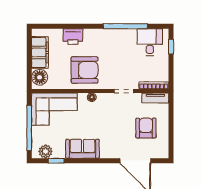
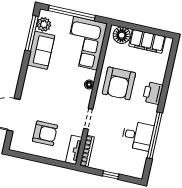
printer: (73, 37) -> (153, 93), moved
desk: (150, 42) -> (137, 136), moved
window: (171, 47) -> (111, 175), moved
sofa: (83, 149) -> (41, 50), moved
window: (56, 161) -> (32, 33), width x2.17

